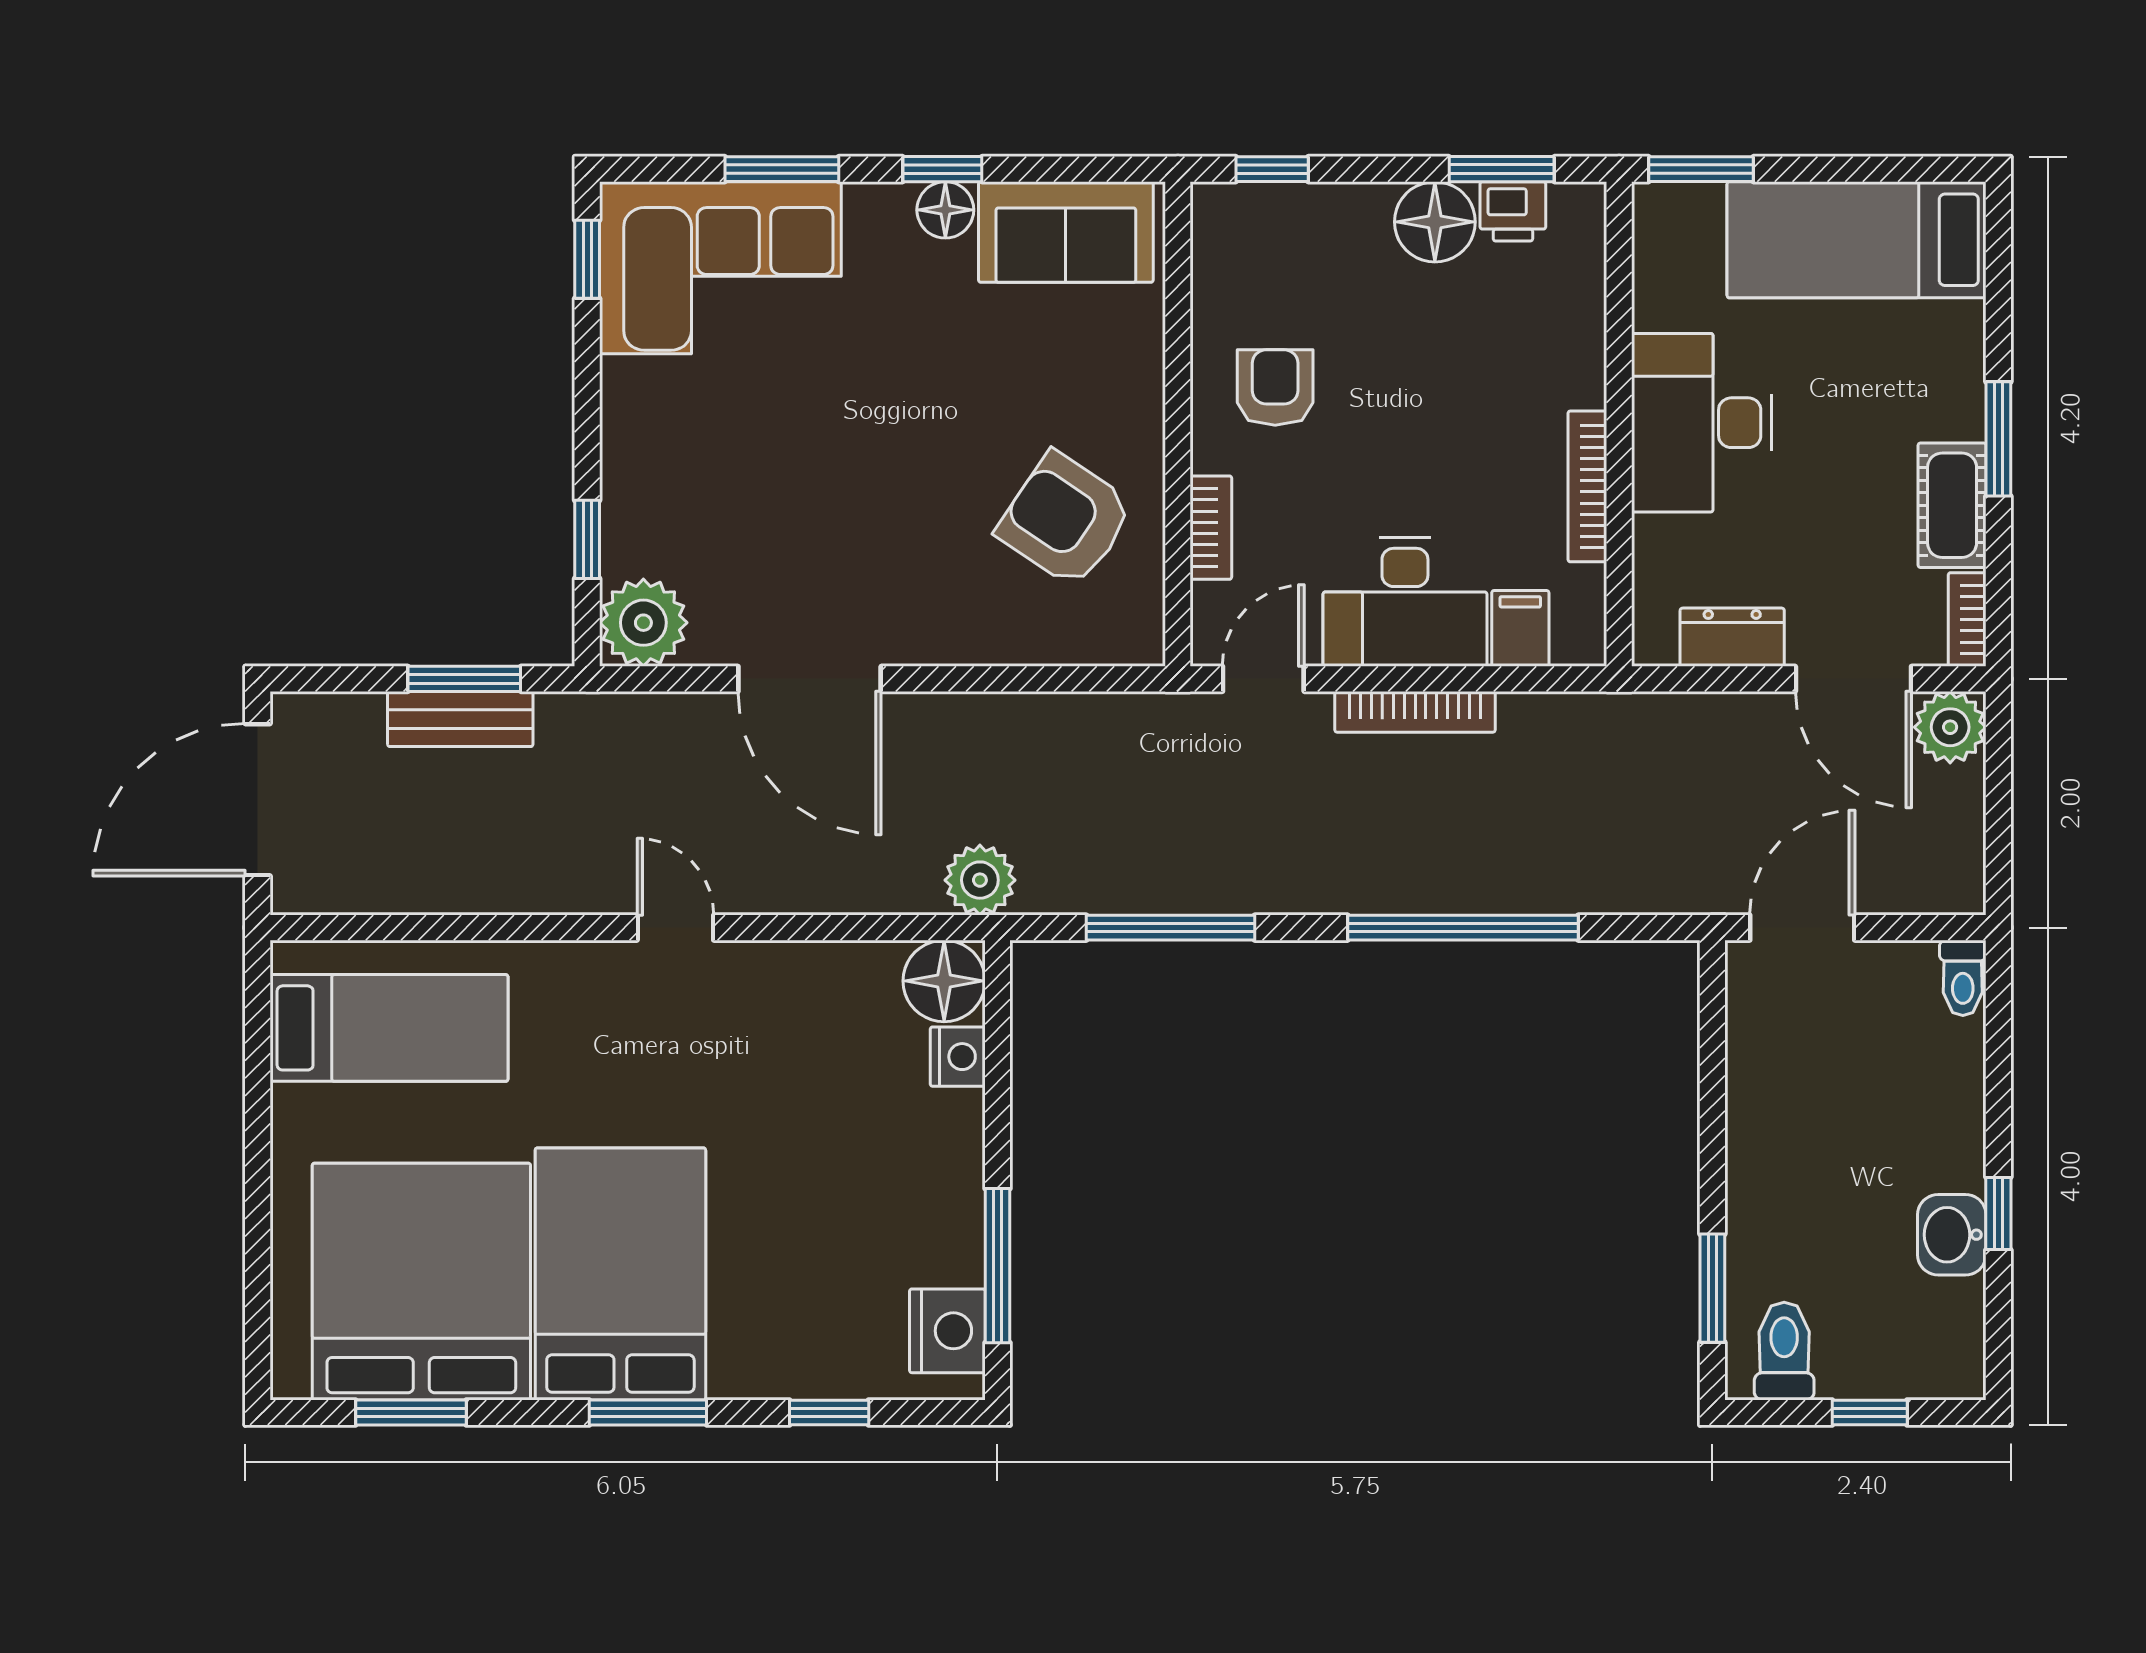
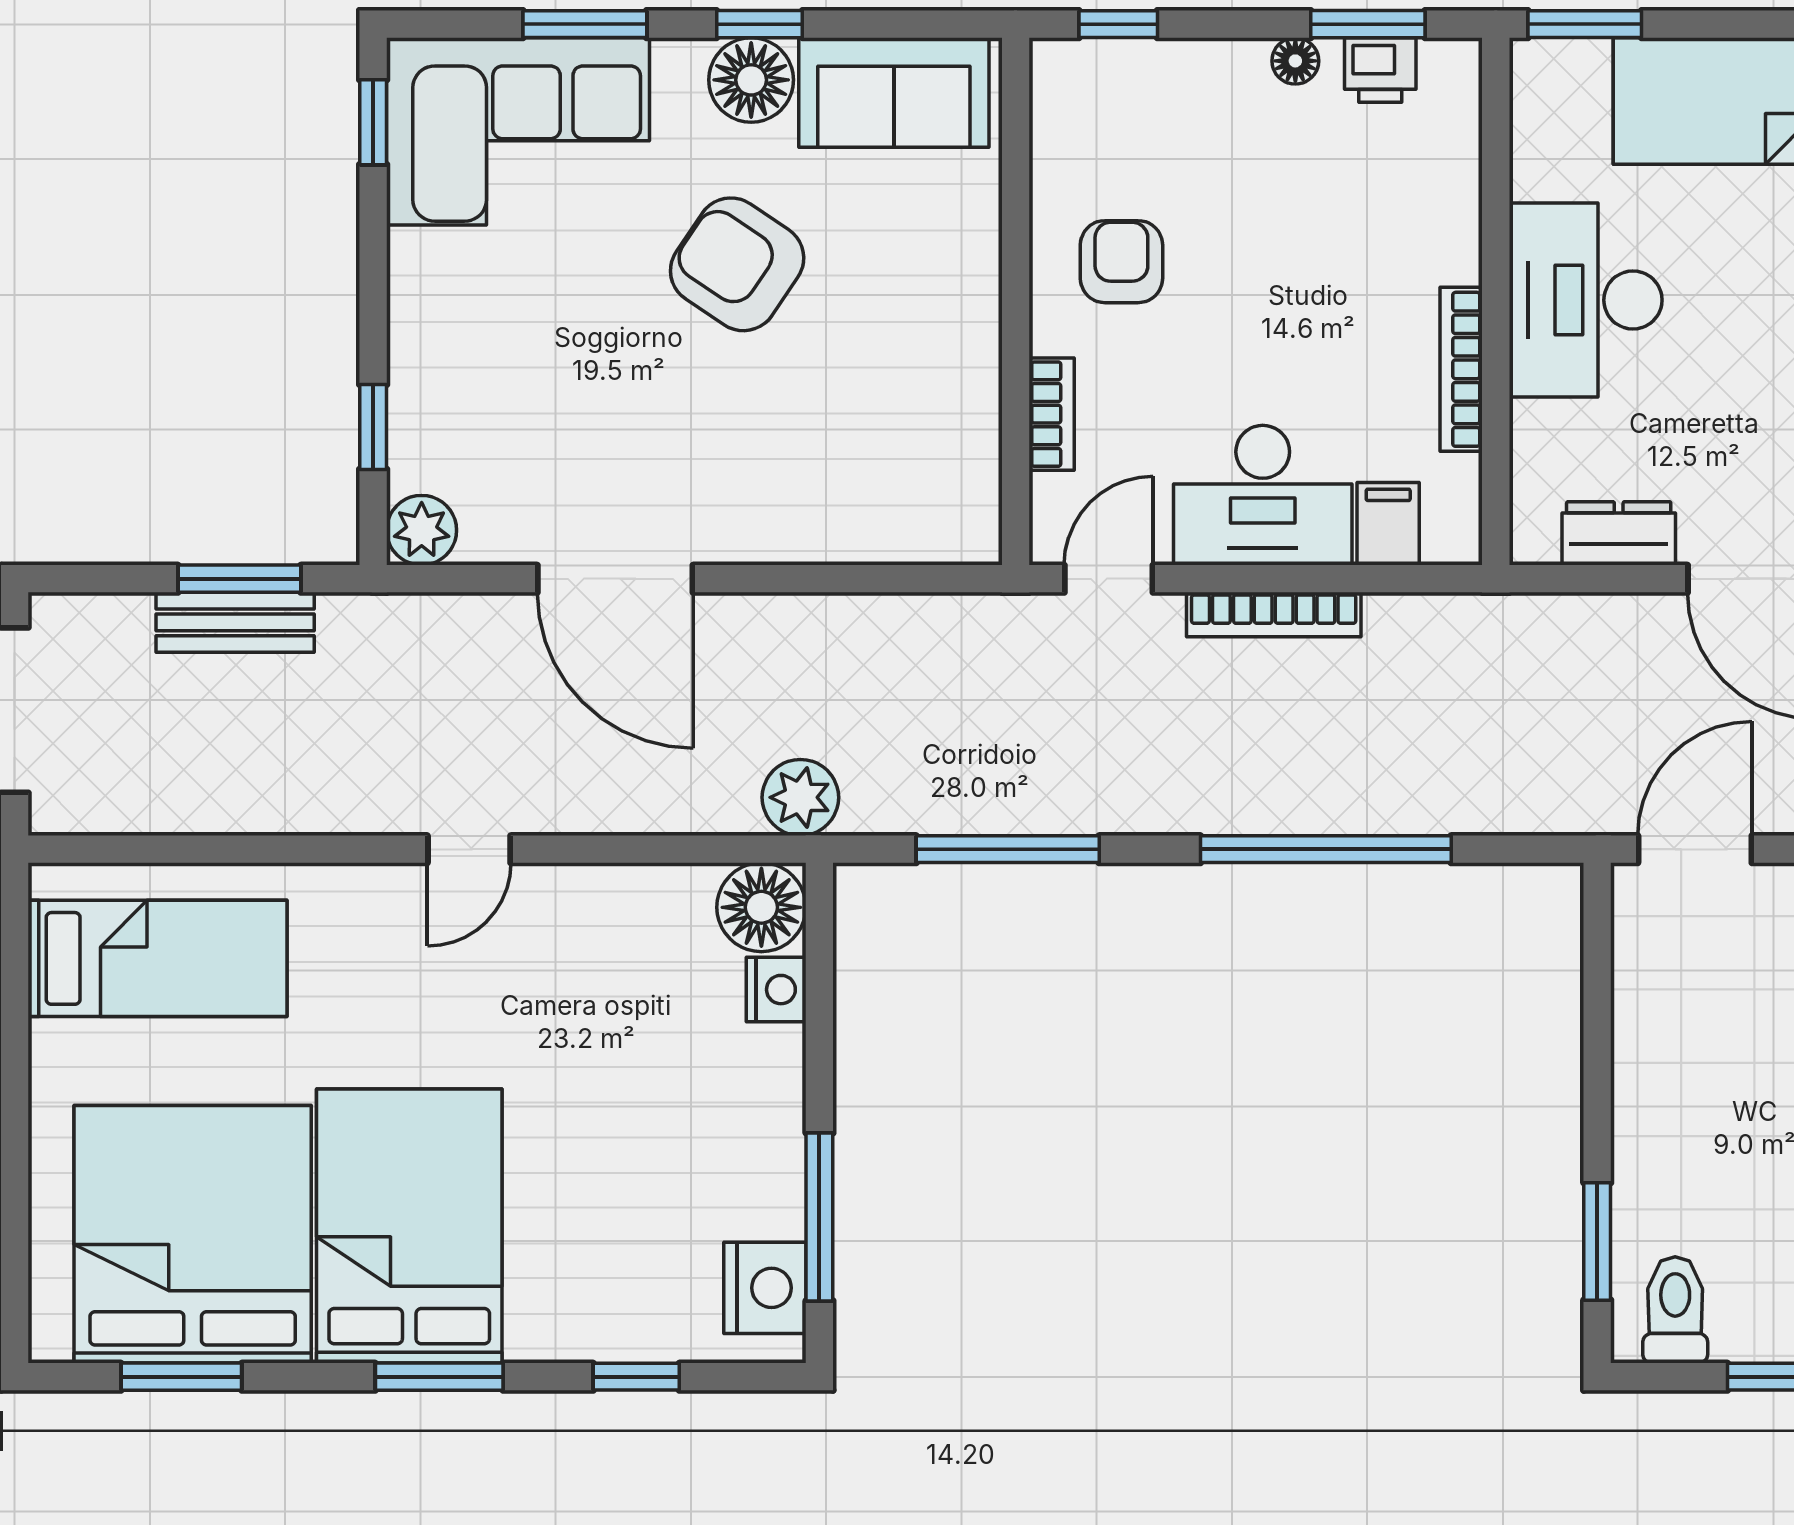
floor lamp: (945, 210) -> (751, 80), width x1.38, depth x1.38
floor lamp: (1435, 222) -> (1295, 61), width x0.53, depth x0.53
armchair: (1065, 520) -> (737, 264), moved
plant: (643, 623) -> (422, 530), width x0.73, depth x0.73
door: (675, 928) -> (469, 849), swing flipped

